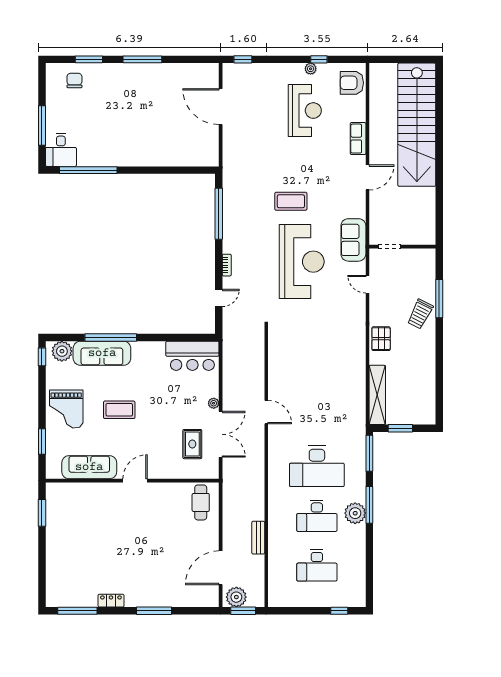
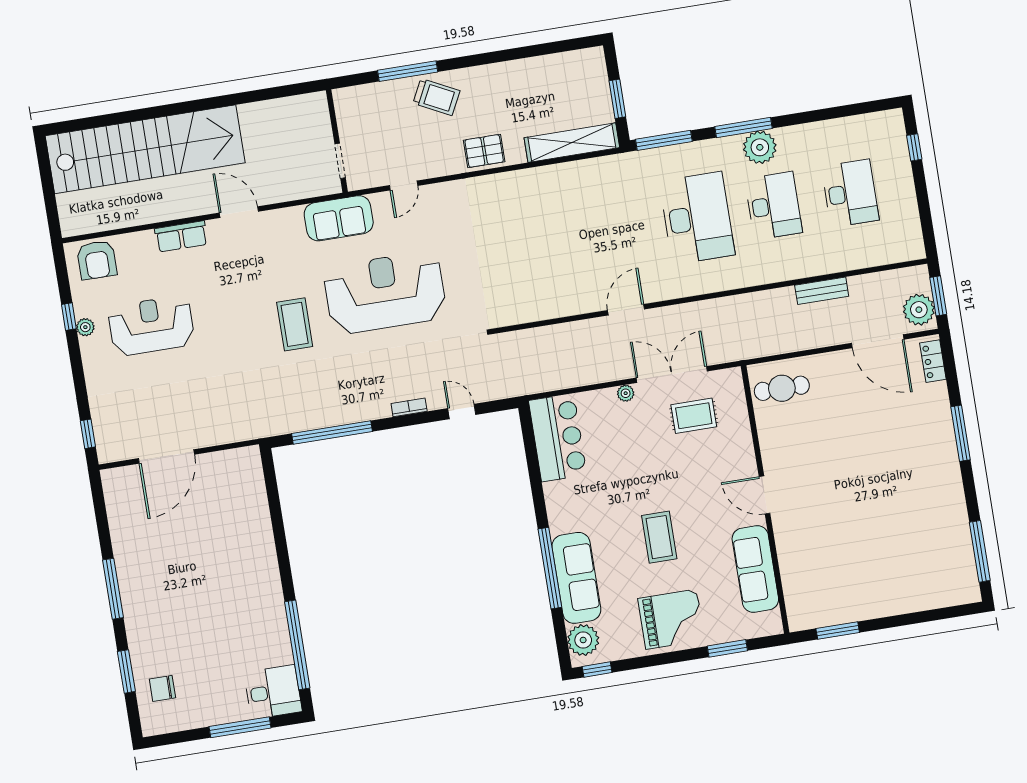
locker: (111, 601) -> (933, 361), moved

